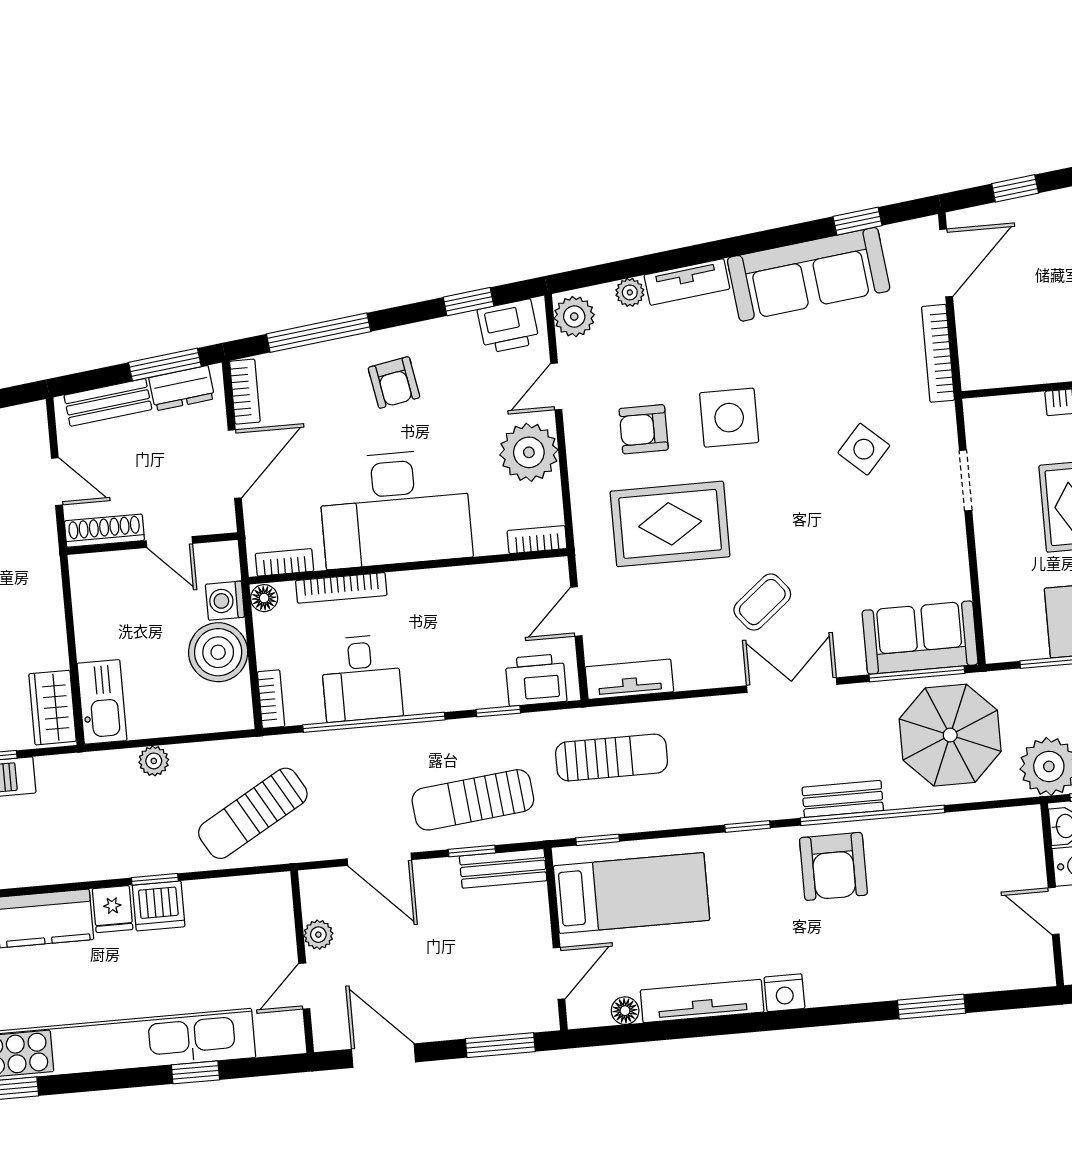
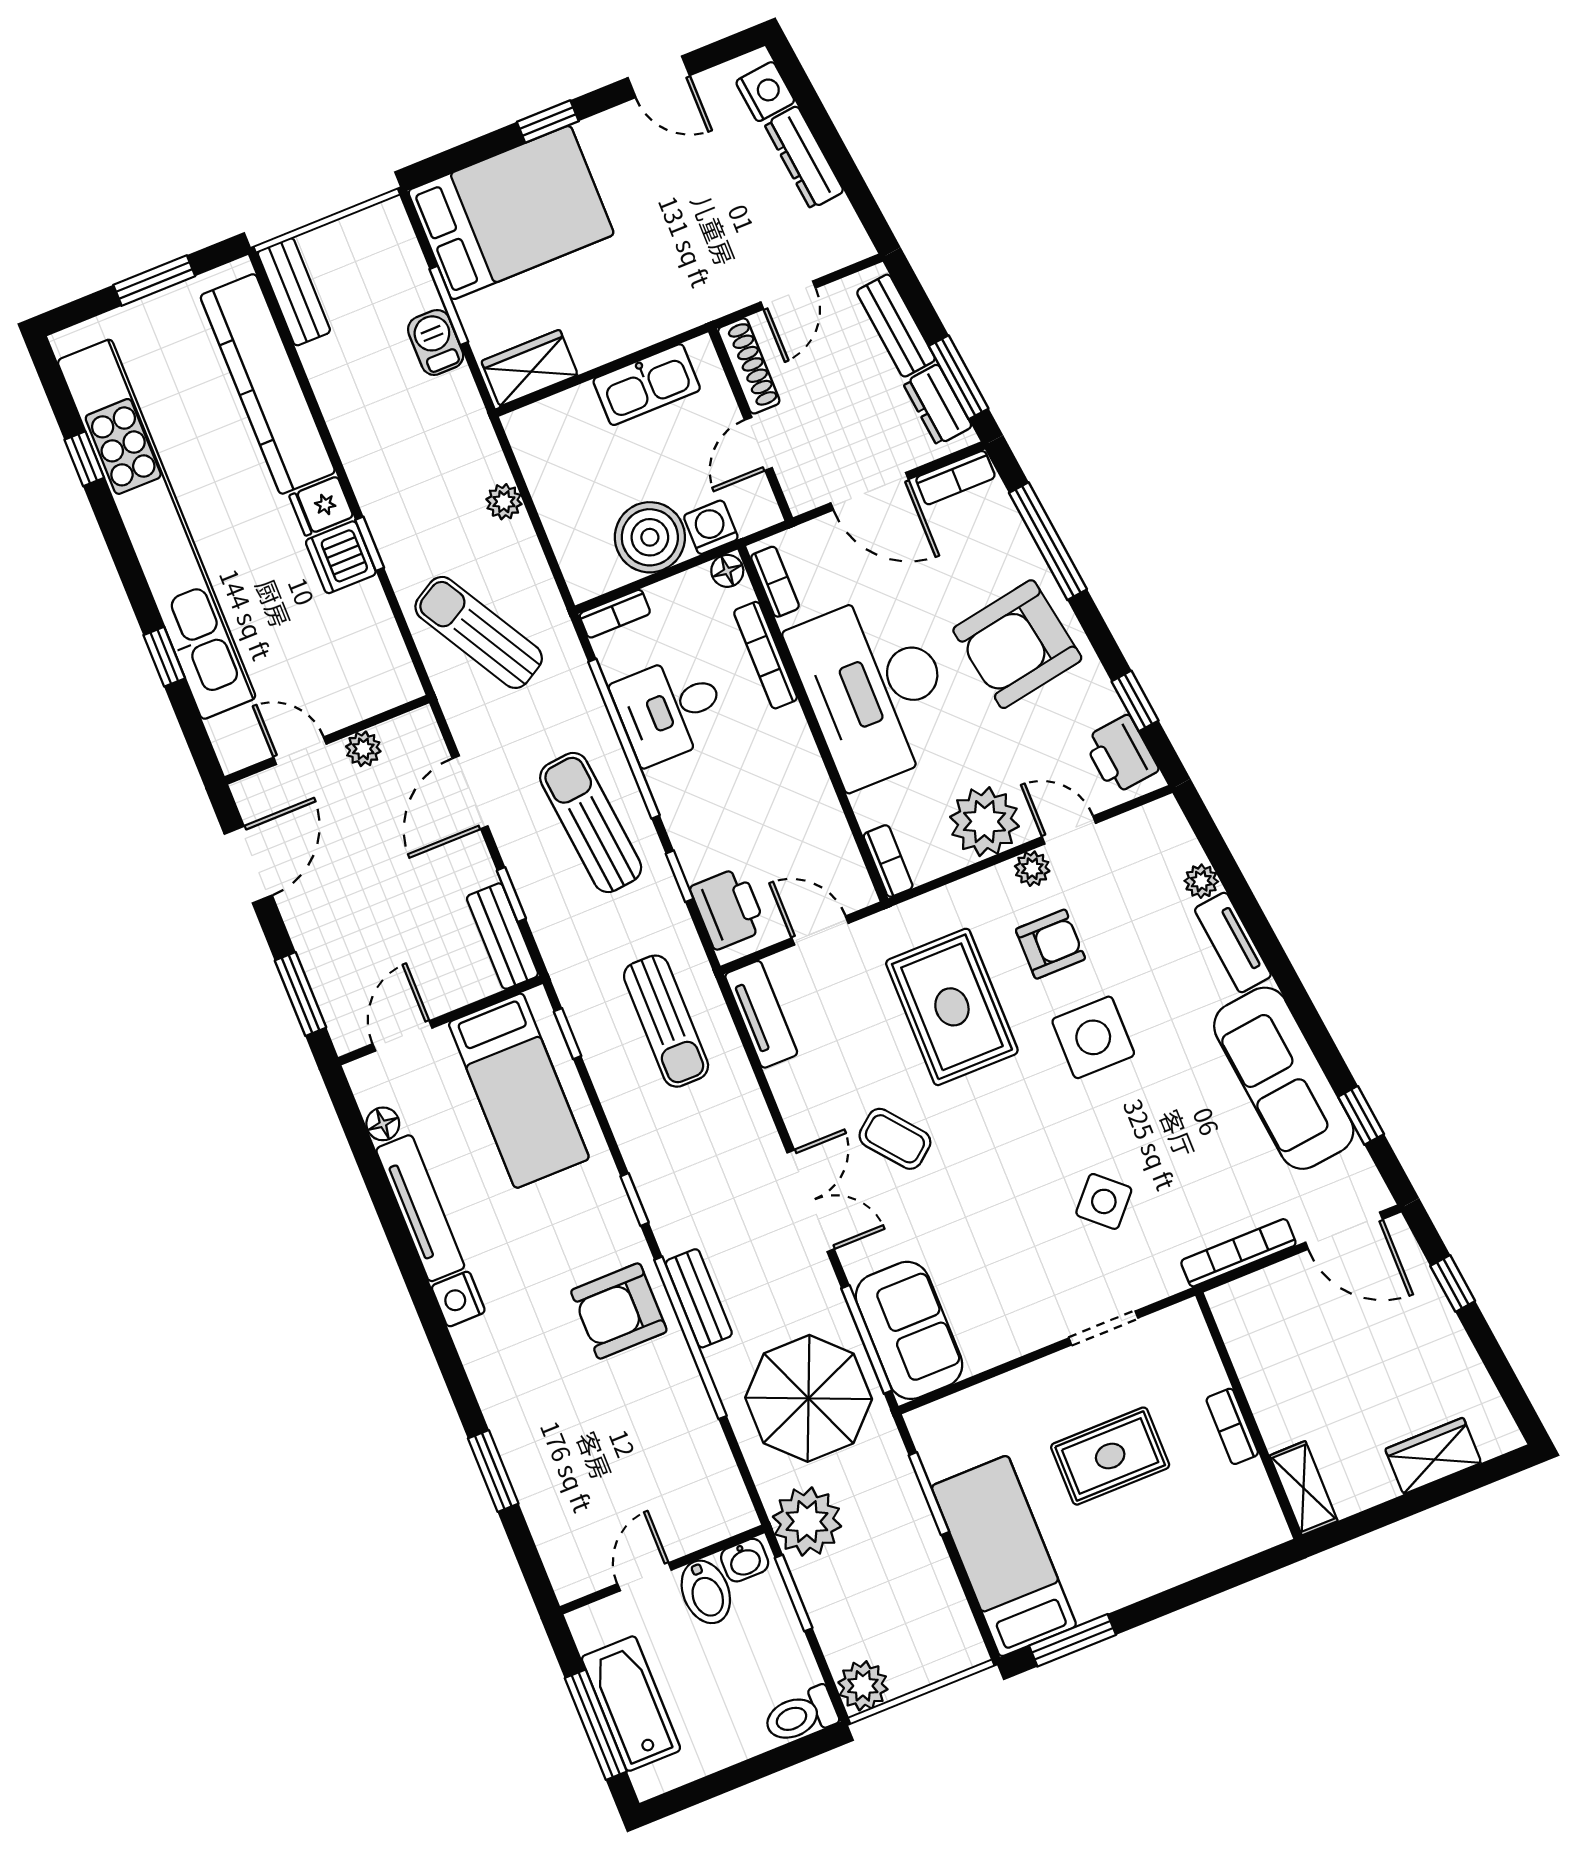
plant: (574, 317) -> (1032, 869), moved, width x0.73, depth x0.73
armchair: (394, 383) -> (1017, 644), width x1.88, depth x1.88
armchair: (644, 429) -> (1050, 944), turned 90
kitchen sink: (102, 702) -> (647, 385), moved
sun lounger: (473, 800) -> (591, 823), moved
door: (559, 973) -> (402, 1036), swing flipped

